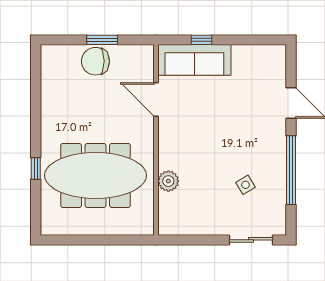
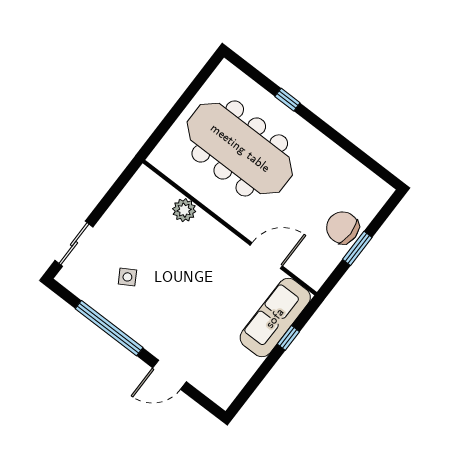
chair: (95, 61) -> (343, 228), turned -90
meeting table: (96, 175) -> (240, 148), turned 90

